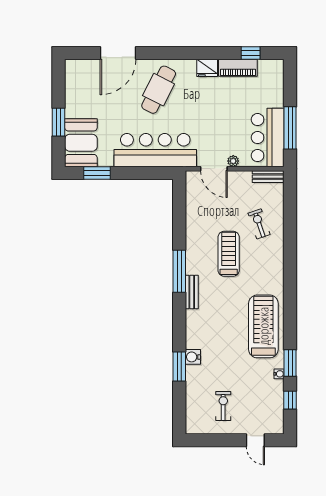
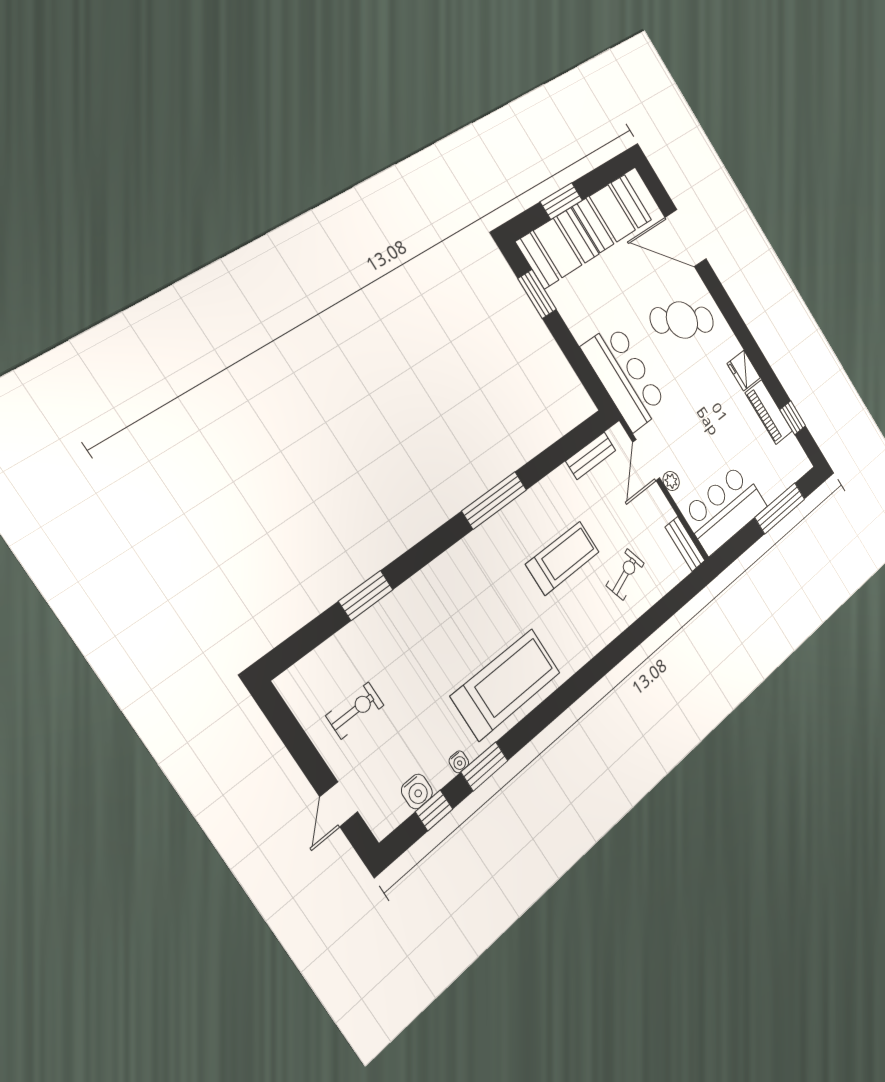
booth: (81, 93) -> (612, 213), added
window: (290, 128) -> (780, 508), moved
bar counter: (155, 150) -> (625, 377), width x0.73
bench: (192, 292) -> (591, 456), moved
water cooler: (193, 357) -> (417, 791), moved, turned 180

